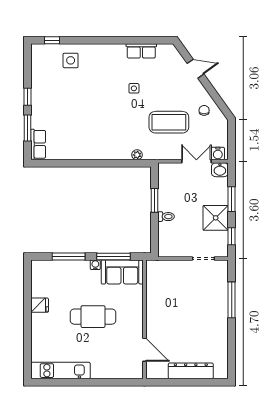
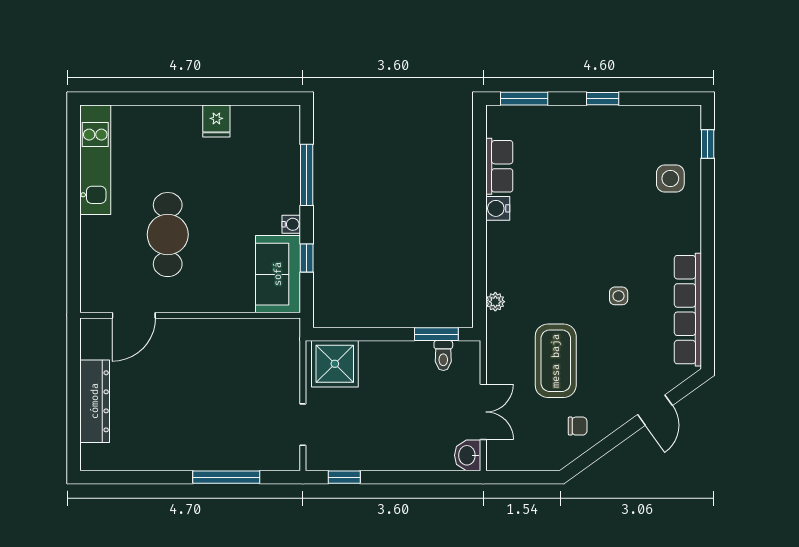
row of seats: (141, 51) -> (688, 310), width x2.02
window: (28, 128) -> (524, 99), moved
row of seats: (38, 144) -> (499, 166), moved, turned -90
water cooler: (218, 153) -> (498, 208), moved
window: (232, 199) -> (413, 477), removed
window: (155, 200) -> (436, 334), moved
toilet: (166, 217) -> (443, 356), moved
shower: (216, 218) -> (335, 364), moved
window: (113, 257) -> (307, 258), width x0.46
cafe table: (93, 317) -> (168, 235), moved

